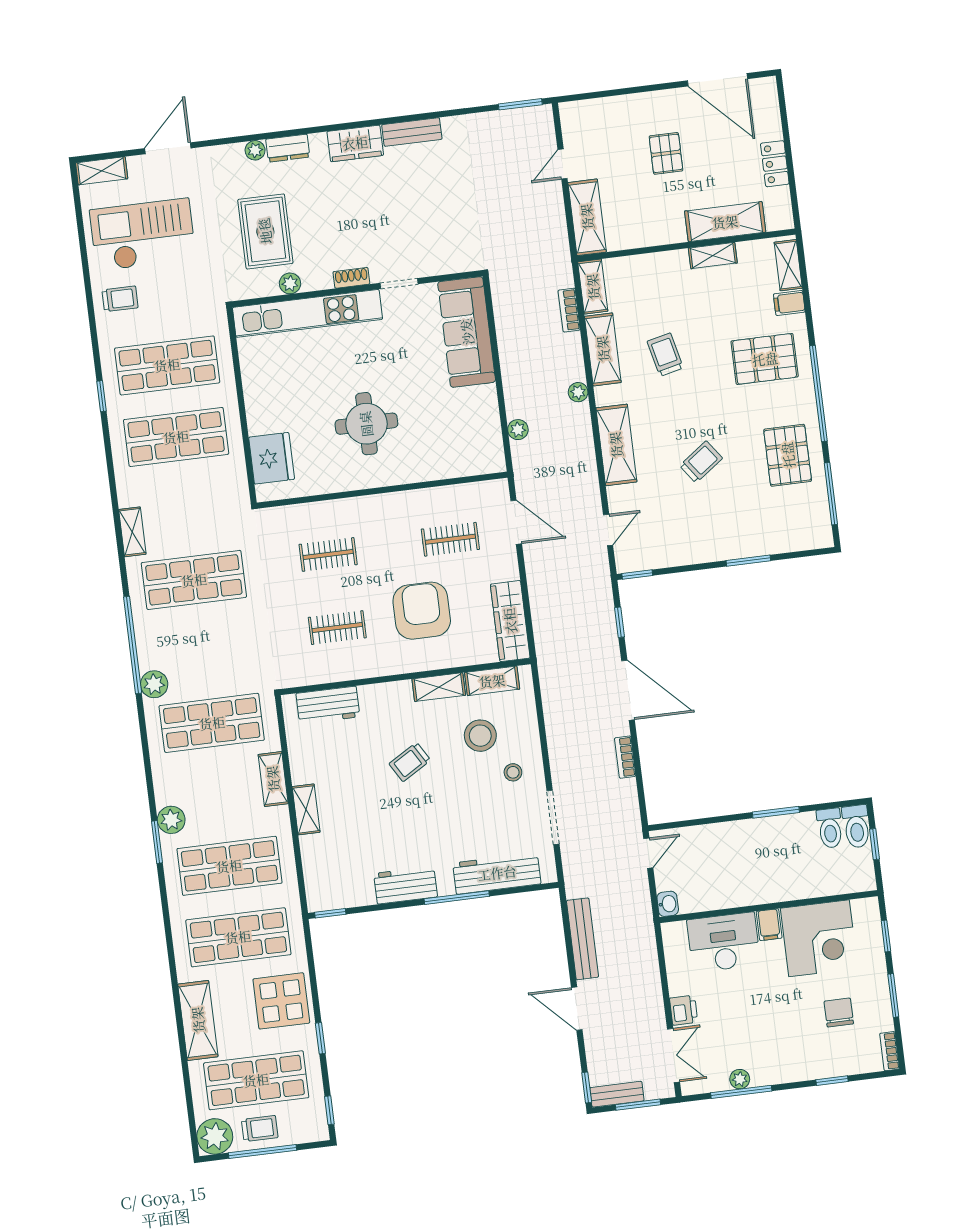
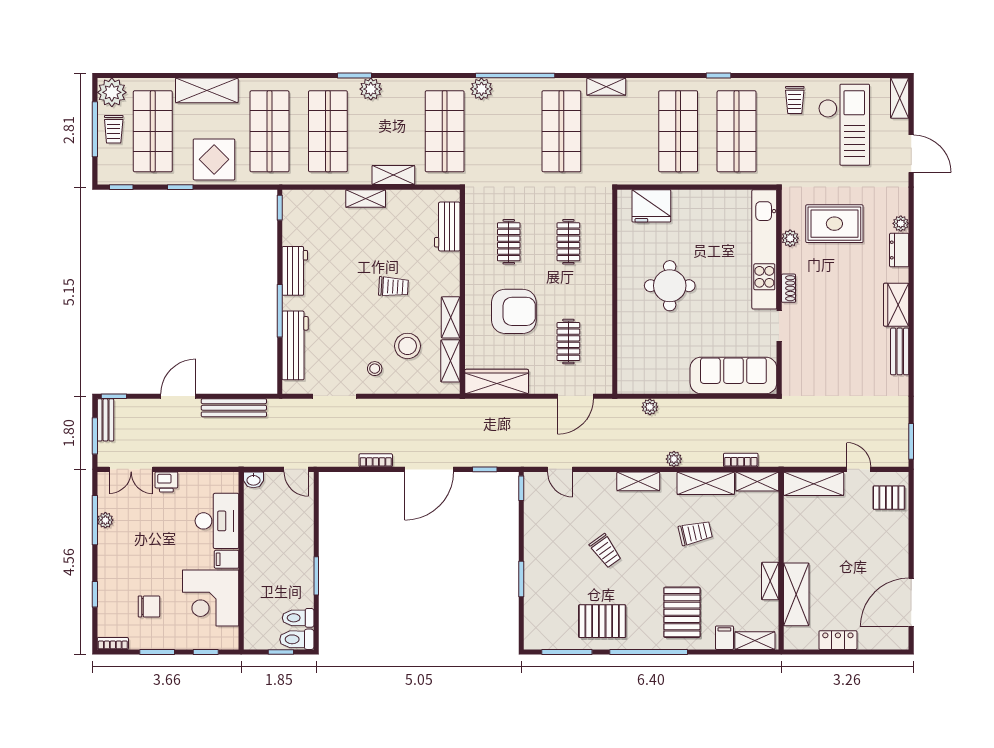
pallet: (666, 153) -> (889, 498), moved
shelving: (616, 445) -> (638, 481), width x0.67, depth x0.75
trolley: (410, 762) -> (393, 287), turned 124

